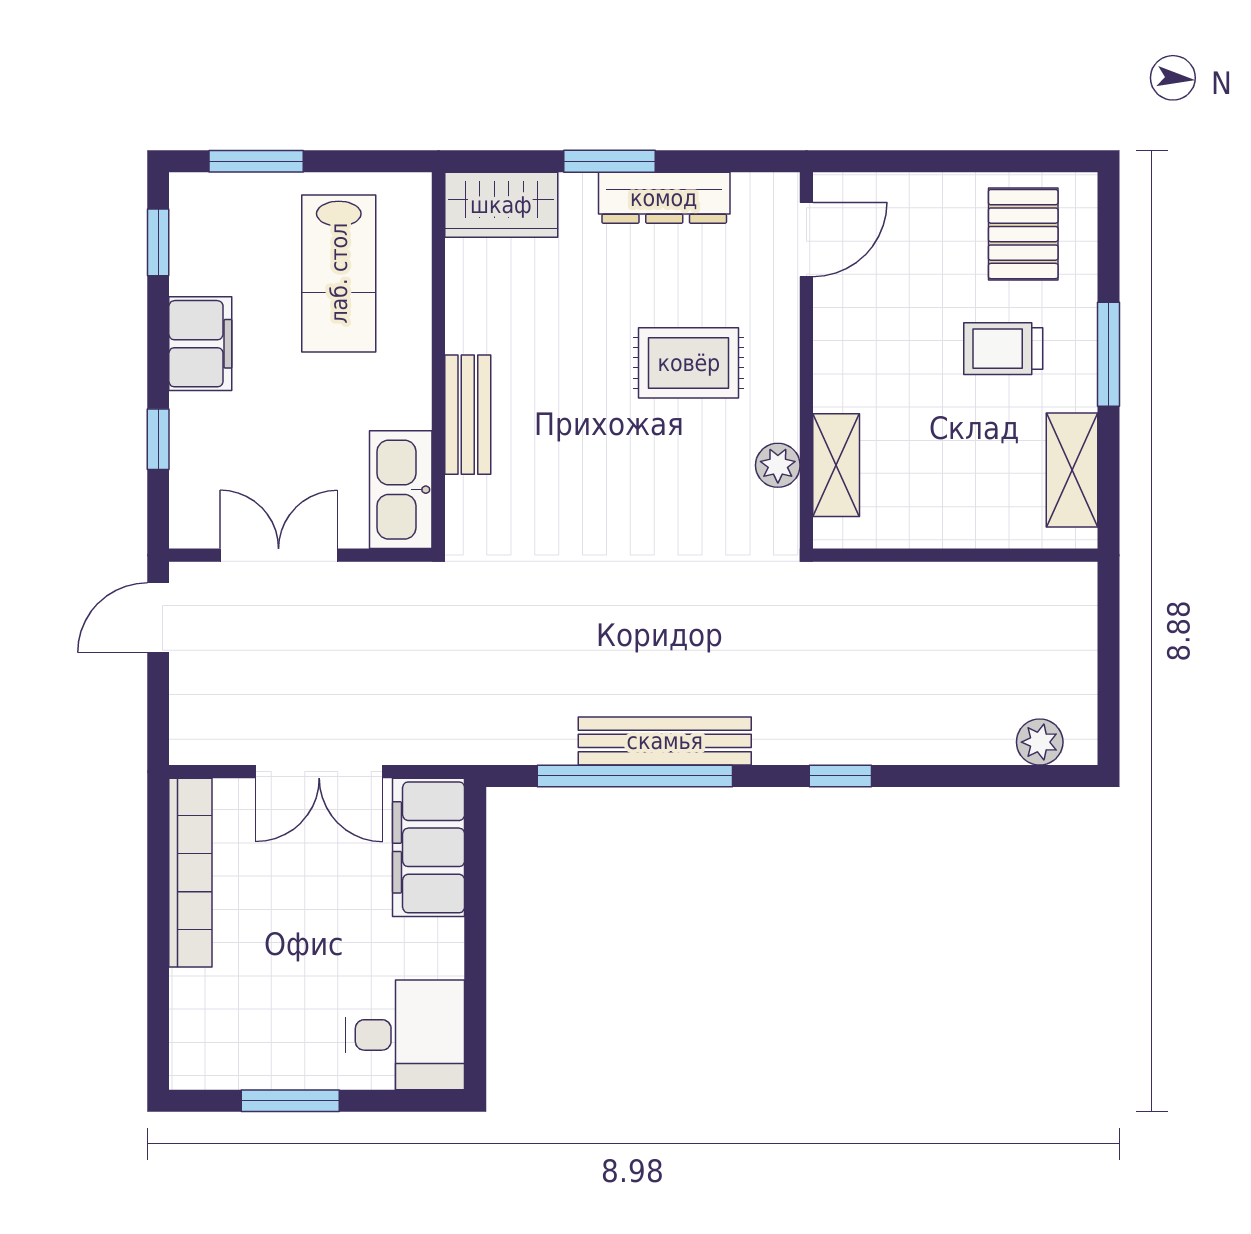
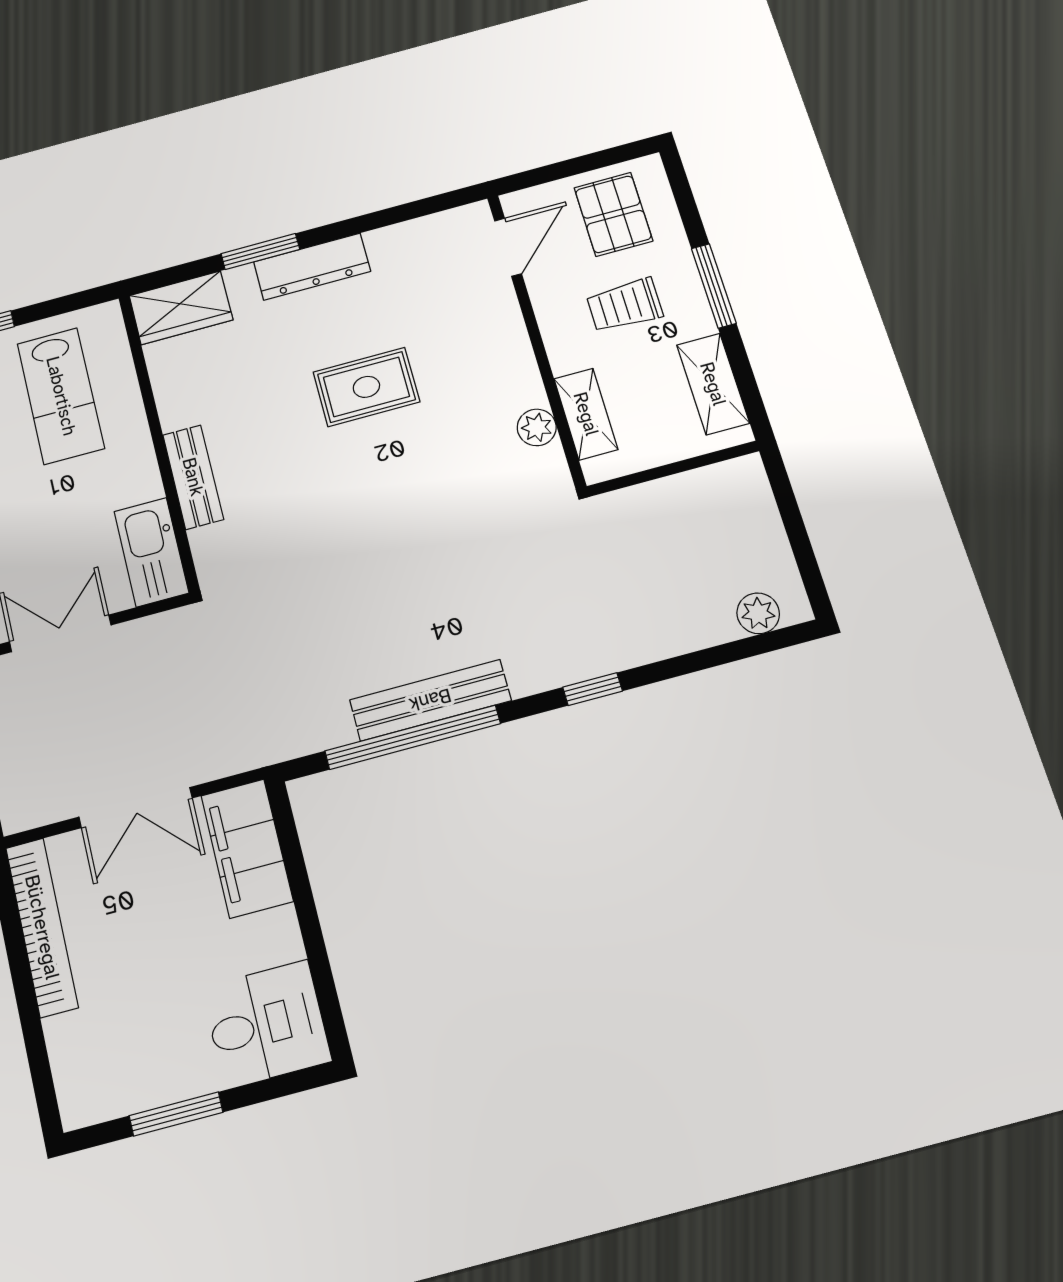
door: (806, 239) -> (508, 247), moved
wall: (806, 360) -> (536, 339), moved
plant: (778, 465) -> (537, 427), moved
shelving: (836, 465) -> (586, 414), moved

